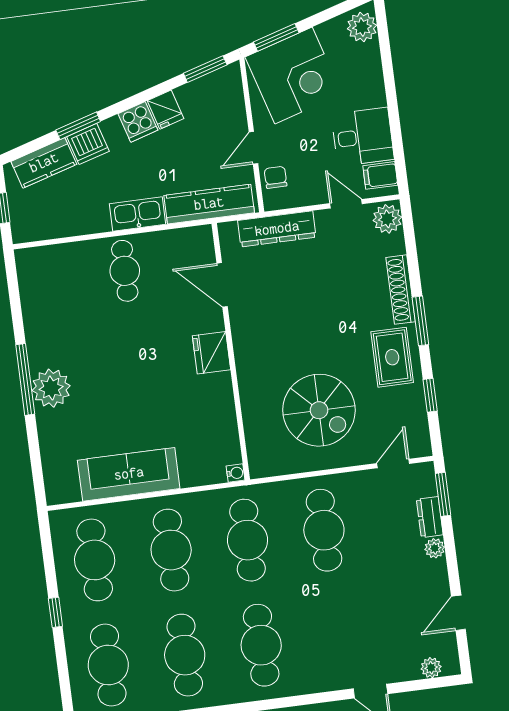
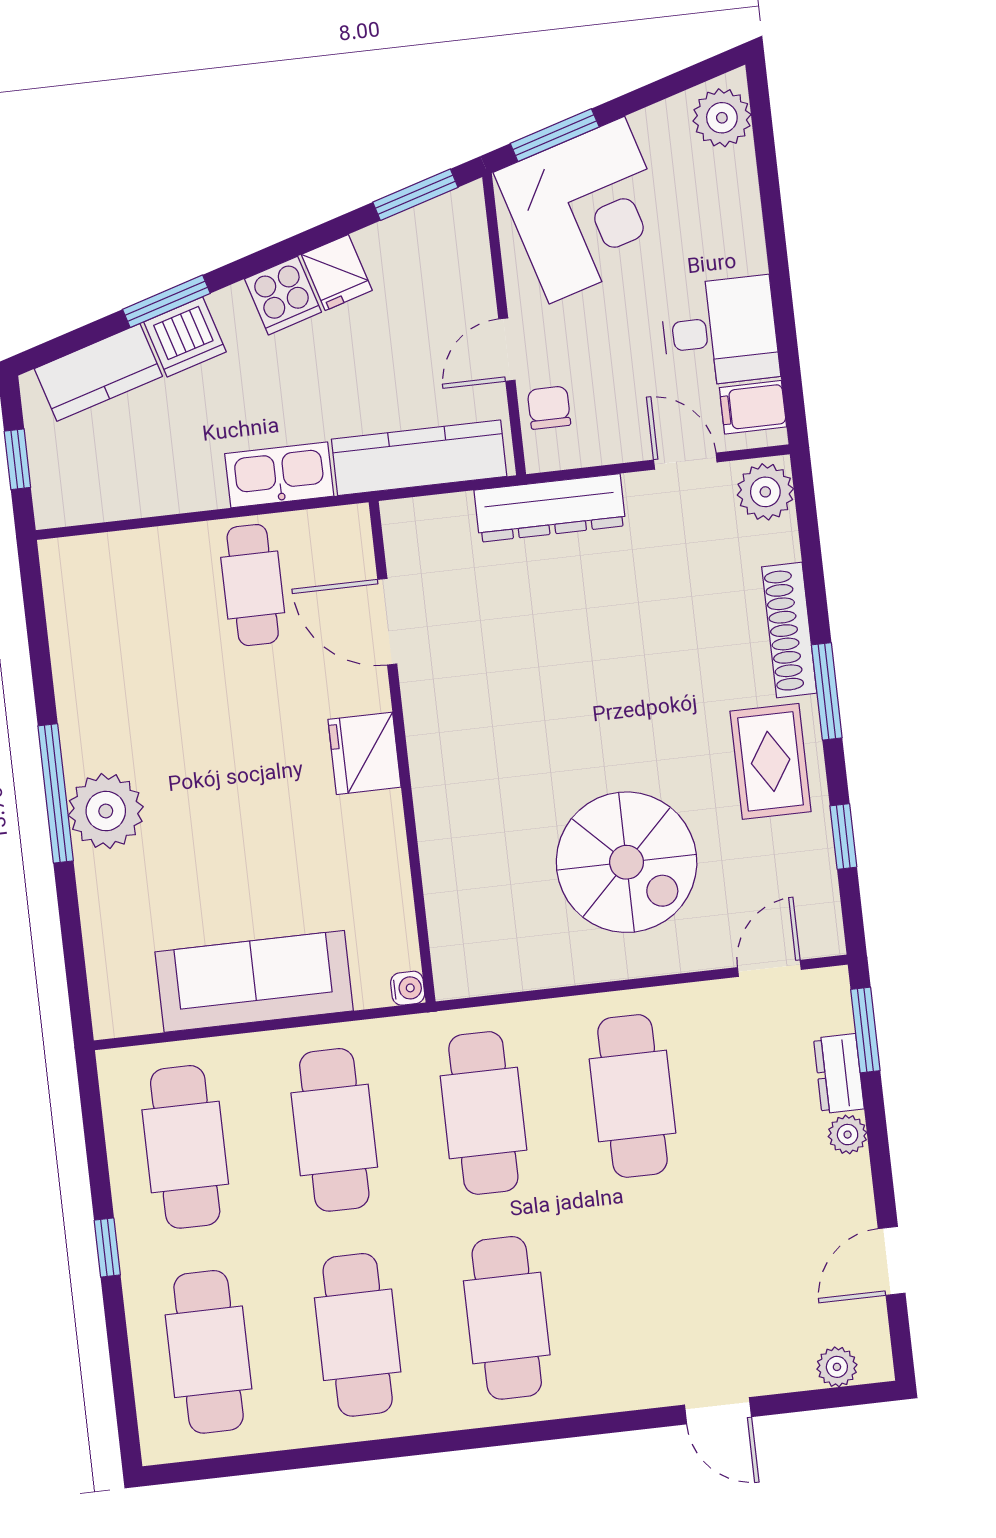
door: (222, 285) -> (387, 622), moved
wall: (231, 352) -> (402, 752), moved
fridge: (211, 353) -> (364, 753), moved
water cooler: (236, 473) -> (408, 988), moved

